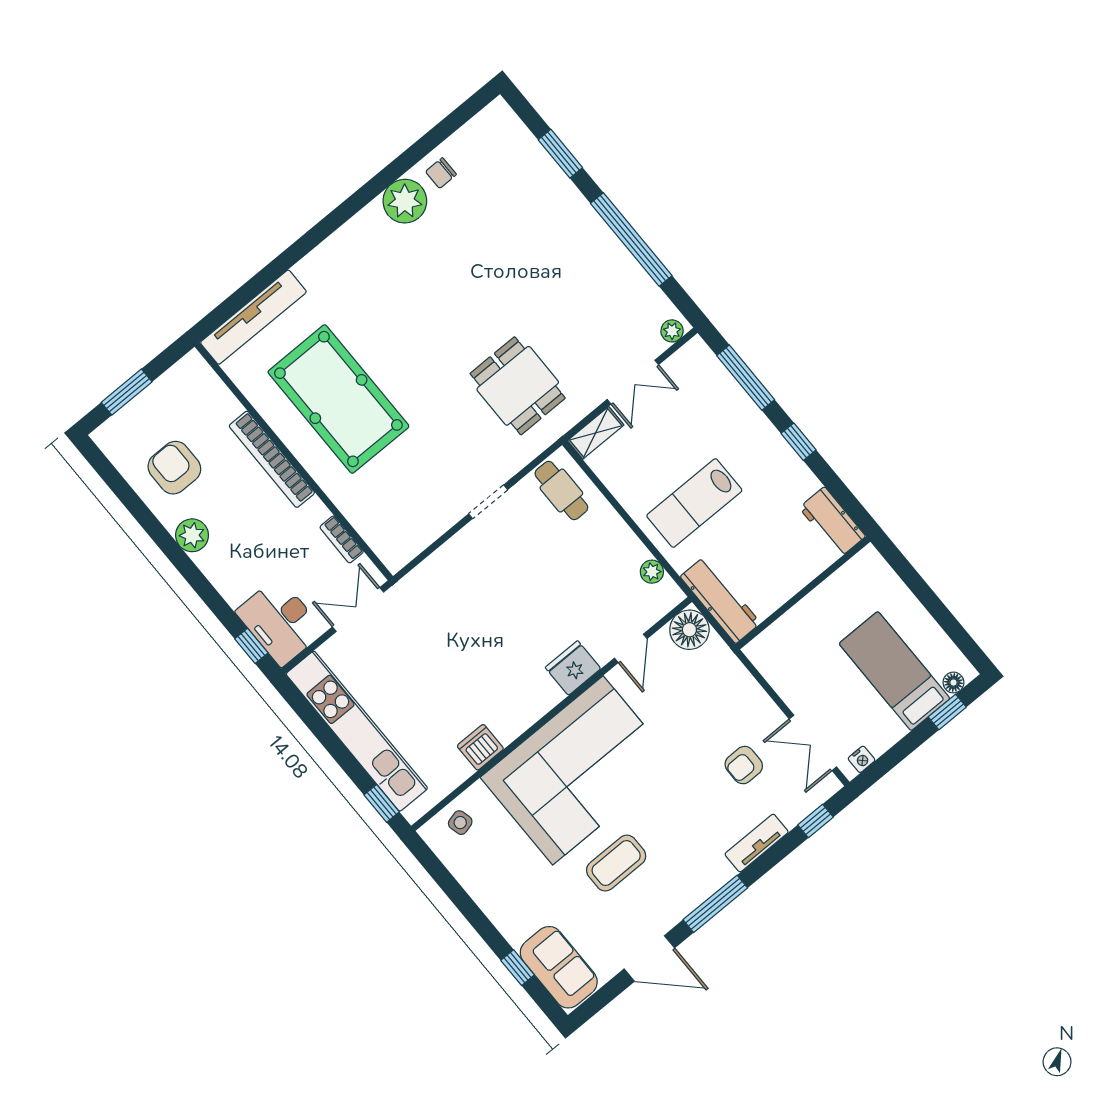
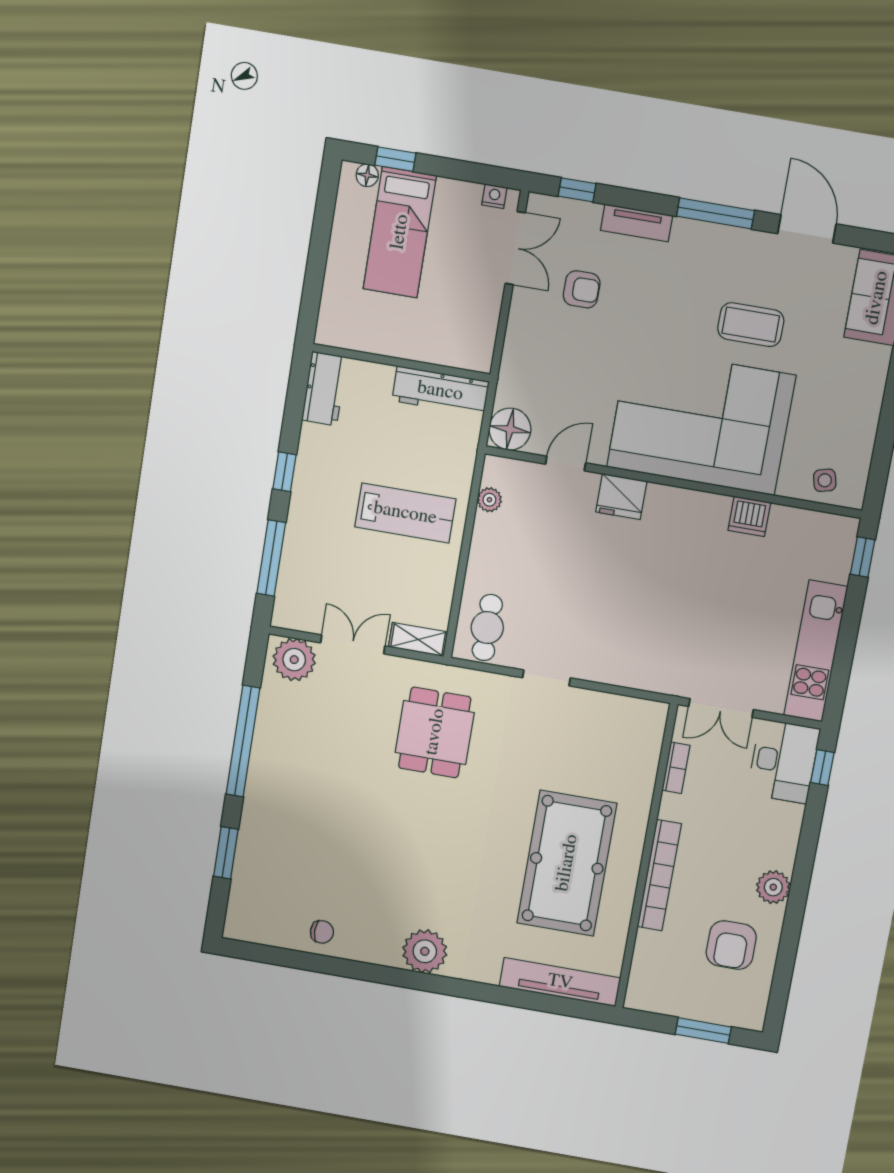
plant: (405, 201) -> (425, 951), moved
plant: (672, 331) -> (294, 660), width x1.88, depth x1.88
workbench: (720, 600) -> (440, 391), moved, turned -90
kitchen unit: (357, 731) -> (816, 651), width x0.73

